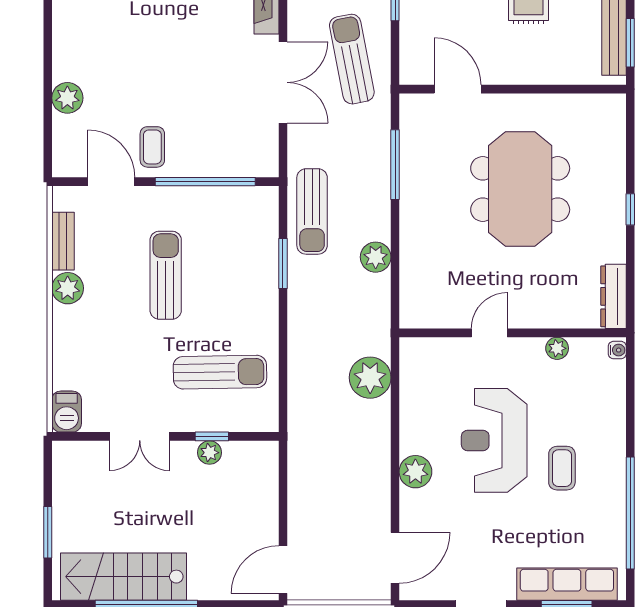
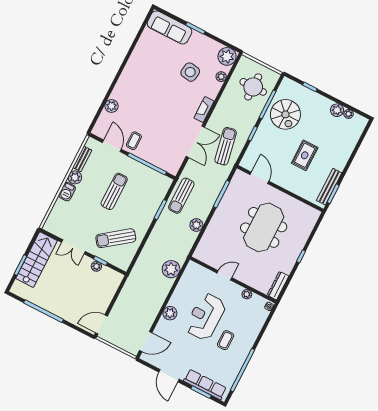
sun lounger: (220, 372) -> (116, 238), turned 144
barbecue: (67, 412) -> (67, 192), moved
stairs: (124, 577) -> (36, 260), moved, turned 90

